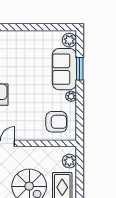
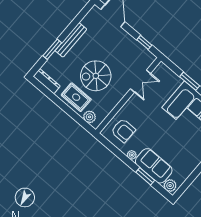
armchair: (56, 122) -> (123, 131), turned -90

